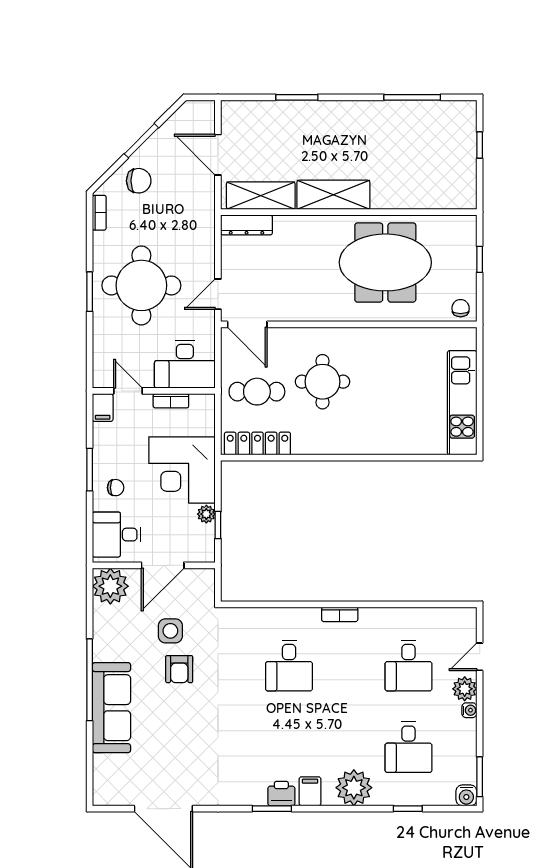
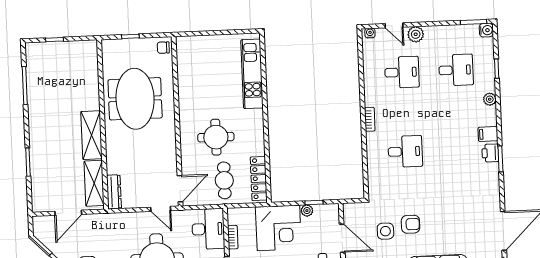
kitchen unit: (462, 403) -> (252, 74), moved, turned 90
water cooler: (469, 710) -> (370, 33), moved
plant: (354, 788) -> (490, 99), width x0.53, depth x0.53

